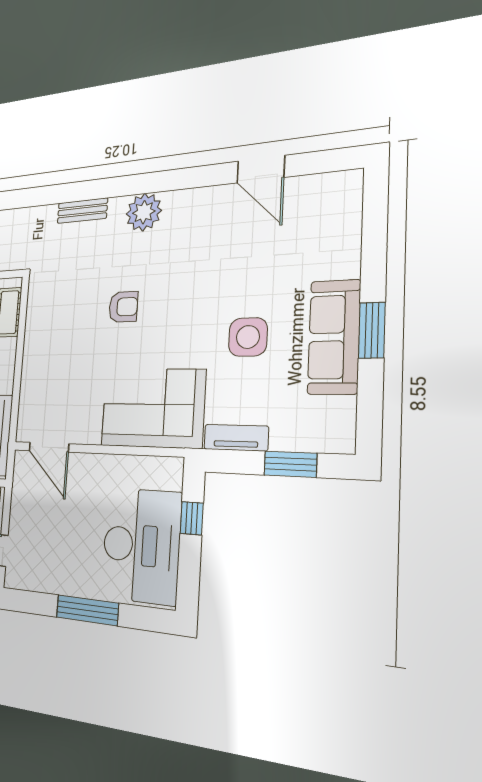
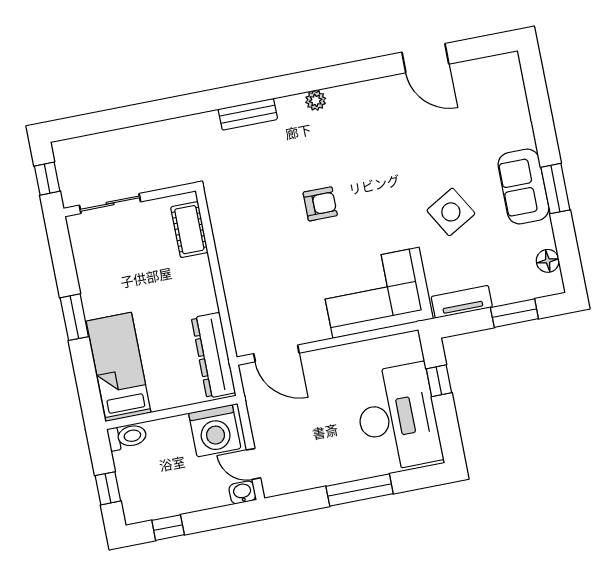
plant: (144, 212) -> (316, 100), width x0.53, depth x0.53
side table: (248, 337) -> (451, 212), turned -30
sofa: (334, 337) -> (523, 187), width x0.73
floor lamp: (343, 413) -> (548, 261), added

